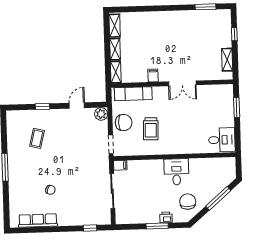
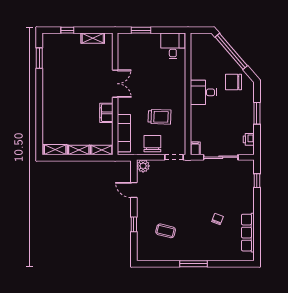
filing cabinet: (153, 76) -> (106, 113), width x2.00
window: (218, 198) -> (231, 51), width x1.46
printer: (166, 217) -> (249, 139), moved

